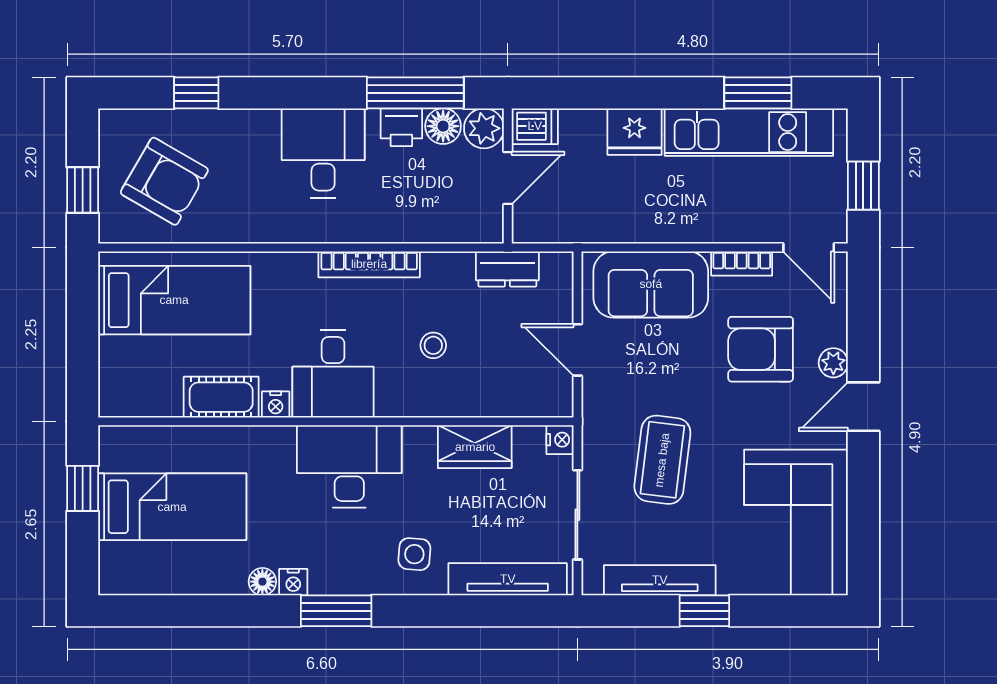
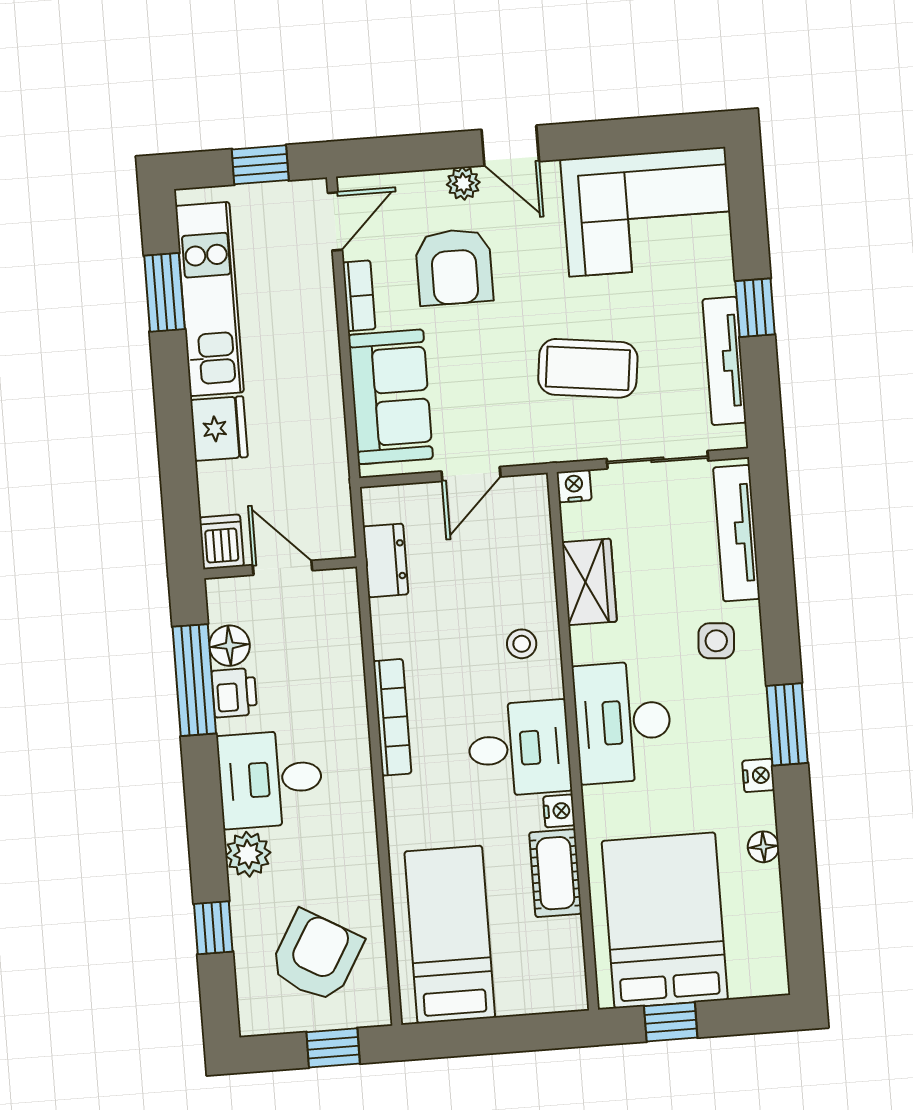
plant: (484, 128) -> (248, 854), moved
stool: (433, 345) -> (522, 644), moved
bed: (172, 507) -> (665, 920), width x1.50
floor lamp: (262, 582) -> (763, 847), moved

